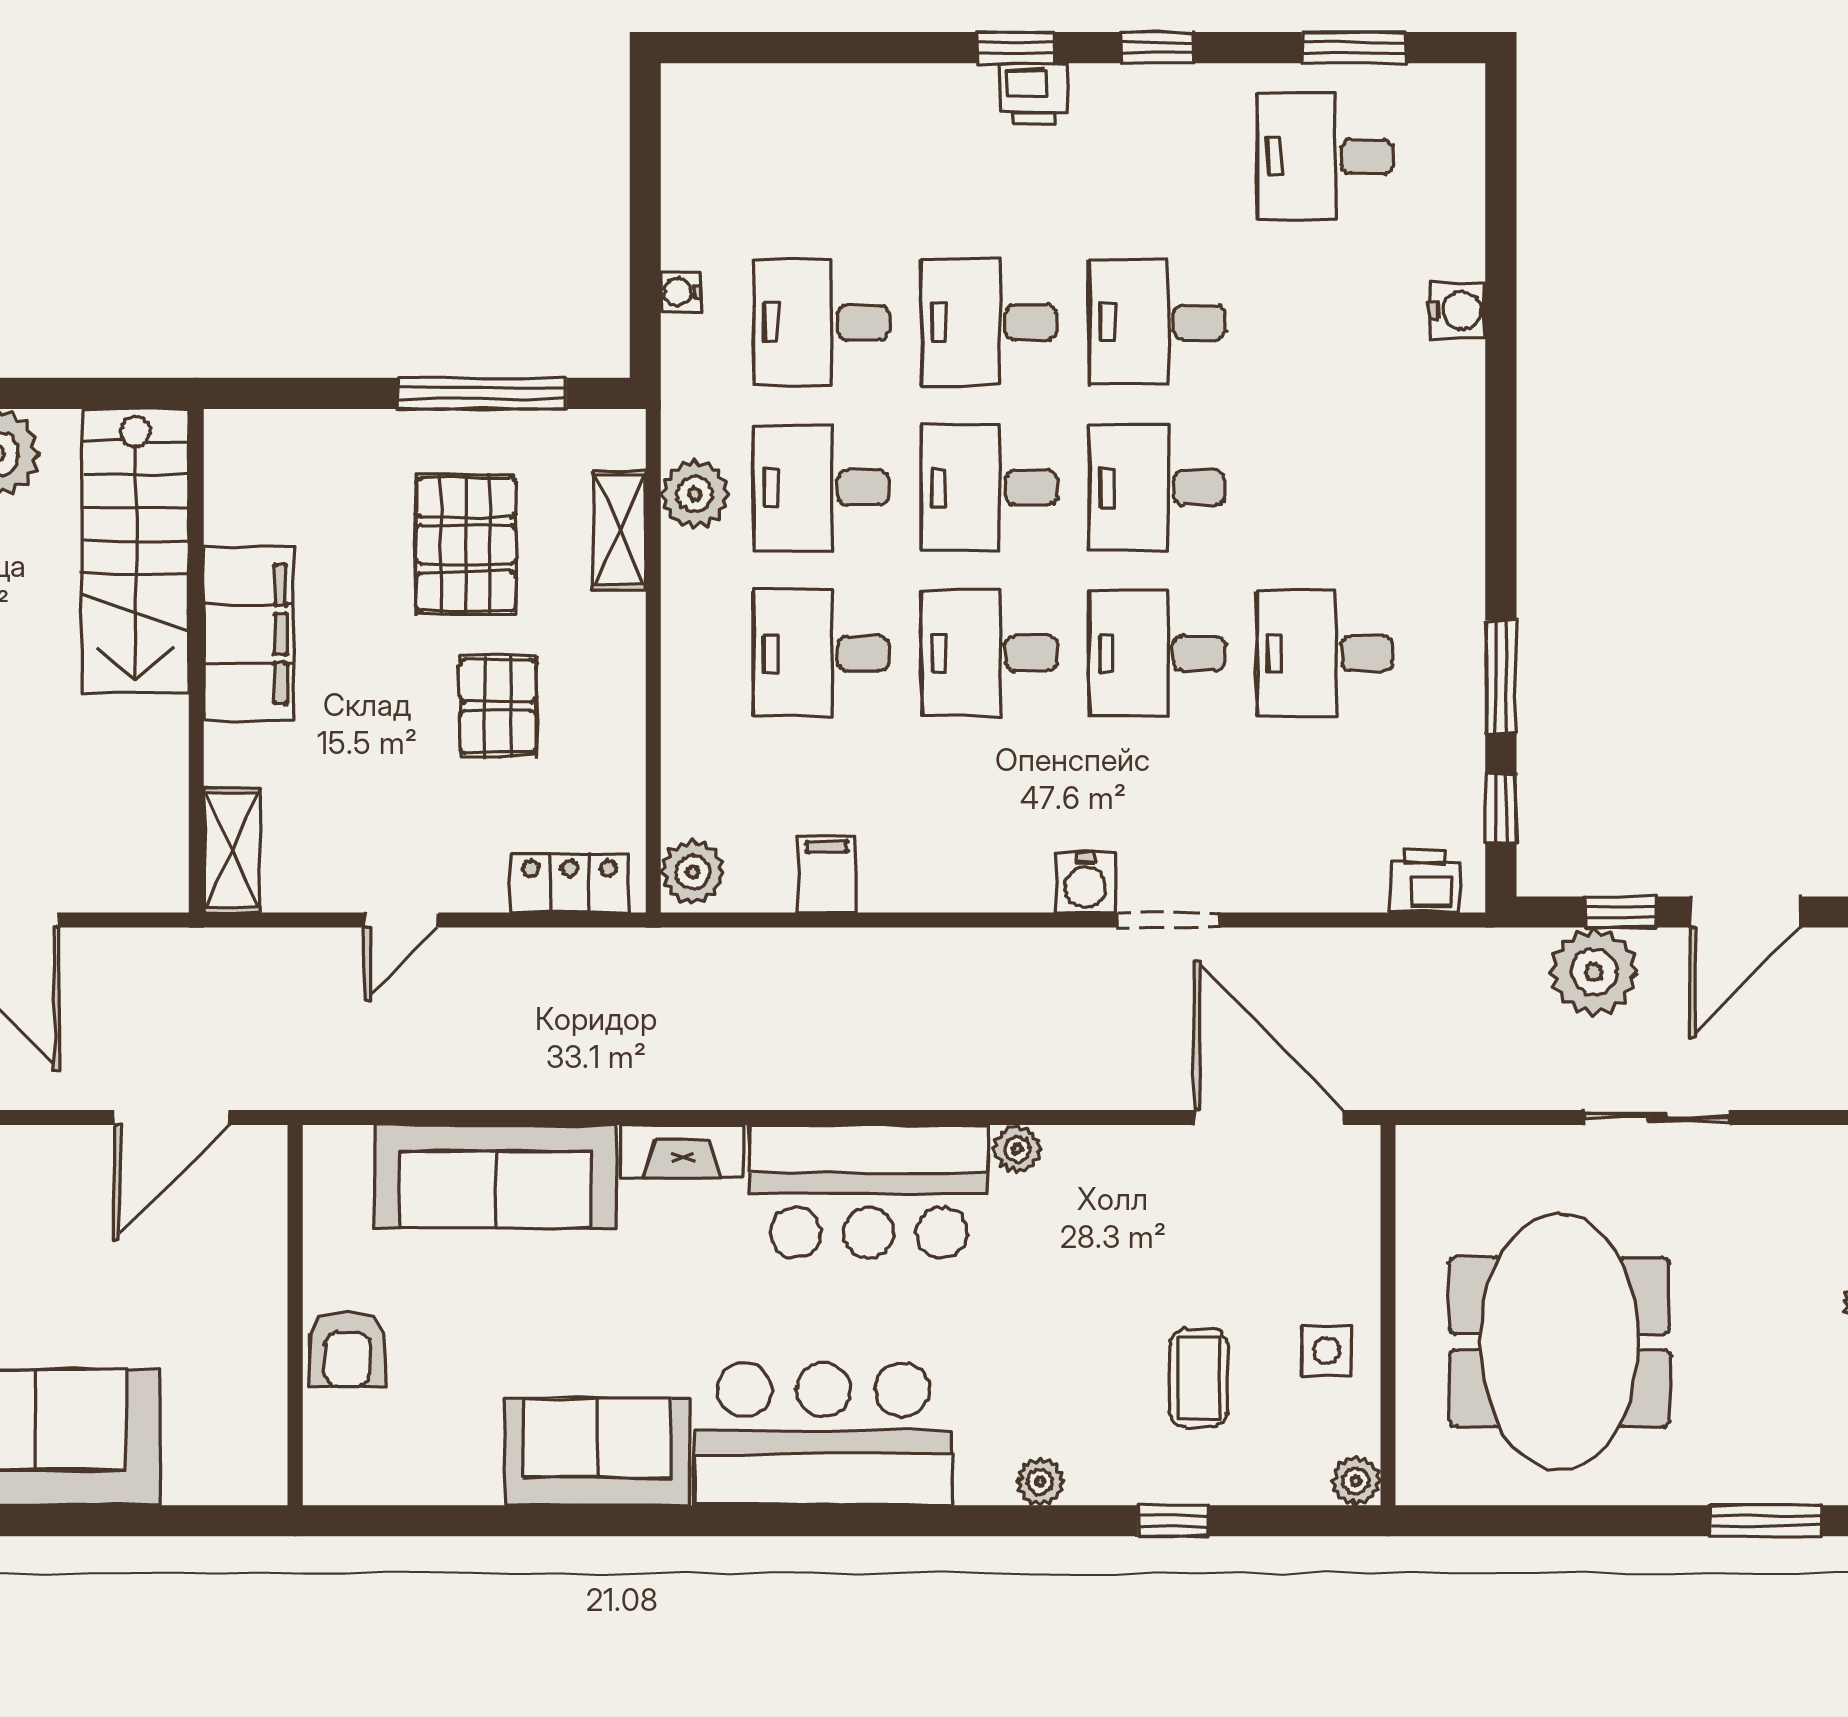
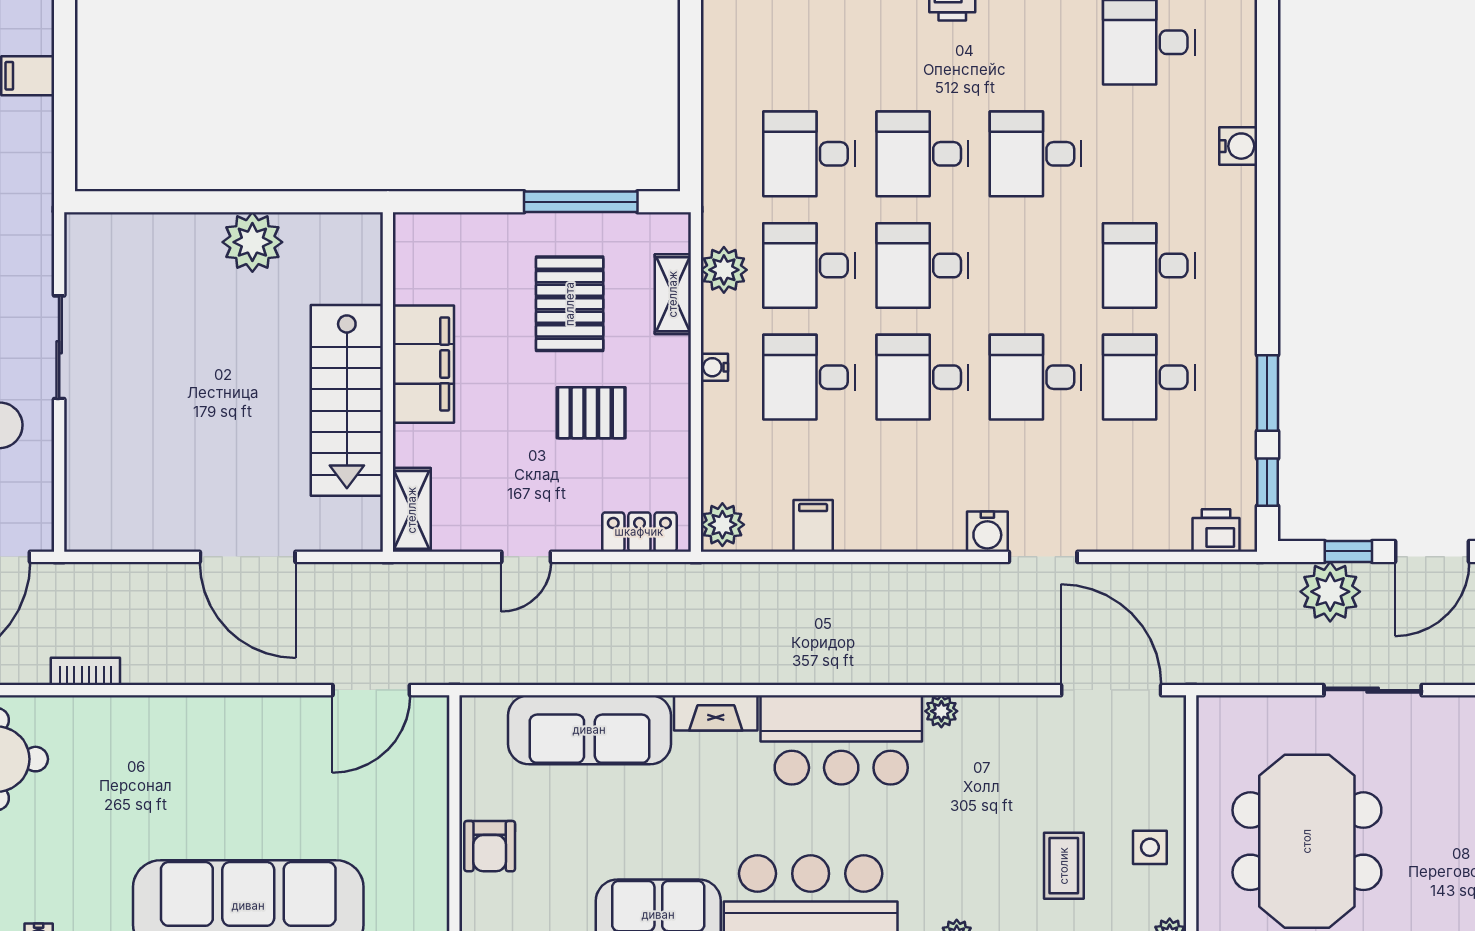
water cooler: (681, 292) -> (714, 367), moved
desk: (1157, 488) -> (1149, 266), moved
stairs: (135, 551) -> (347, 400), moved
pallet: (498, 706) -> (591, 413), turned 90

